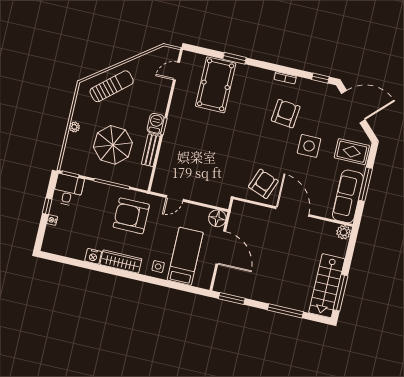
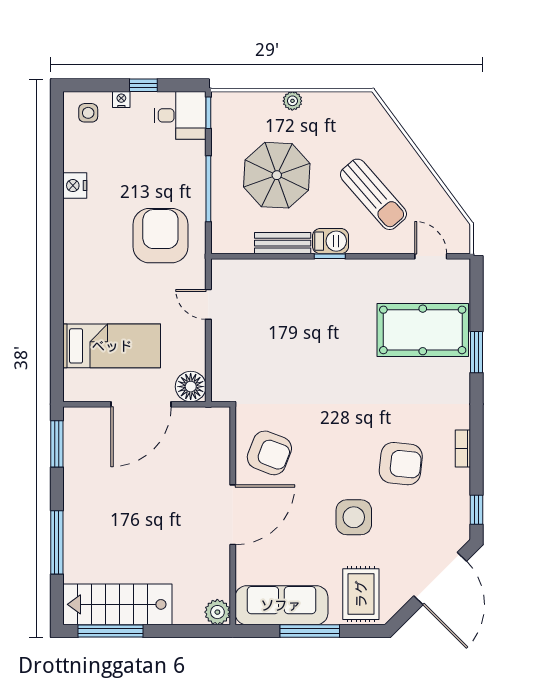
sun lounger: (112, 86) -> (373, 194), moved
wardrobe: (121, 262) -> (77, 236), removed
side table: (158, 267) -> (88, 113), moved

